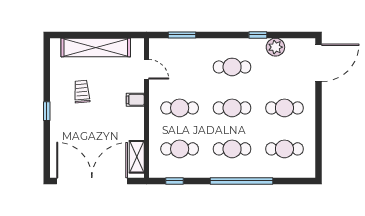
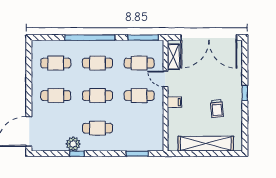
plant: (275, 47) -> (73, 144), moved
door: (146, 69) -> (165, 79), moved
window: (175, 181) -> (143, 38), width x2.17

